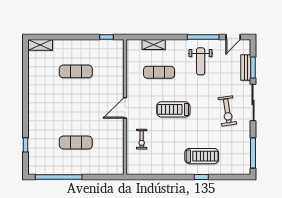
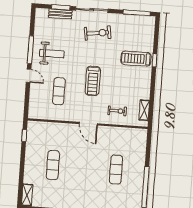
door: (233, 37) -> (29, 76), moved
shelving: (154, 45) -> (144, 110), moved
treadmill: (202, 156) -> (136, 59), turned -90

